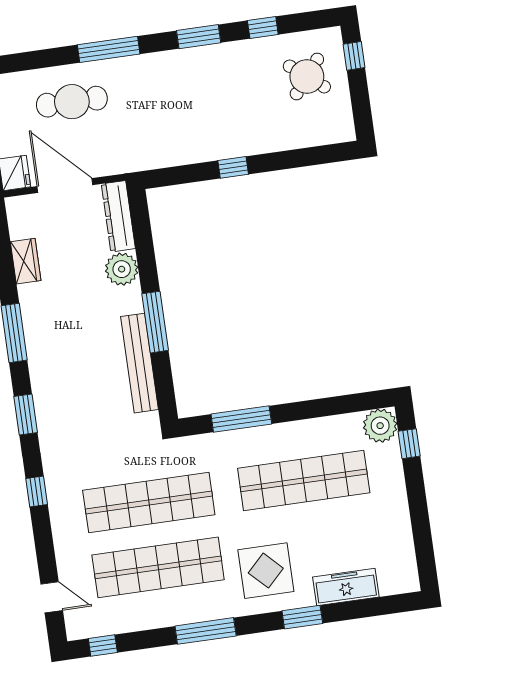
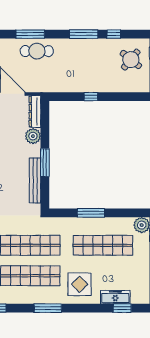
window: (199, 37) -> (84, 34), width x1.44
window: (109, 49) -> (30, 34), moved
cafe table: (72, 102) -> (37, 51), moved
window: (241, 419) -> (91, 213), moved
window: (302, 617) -> (122, 308), moved

